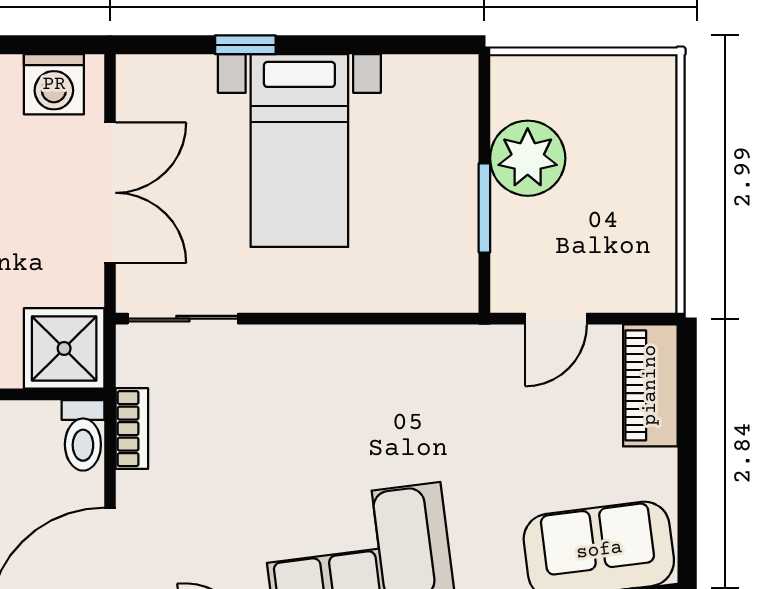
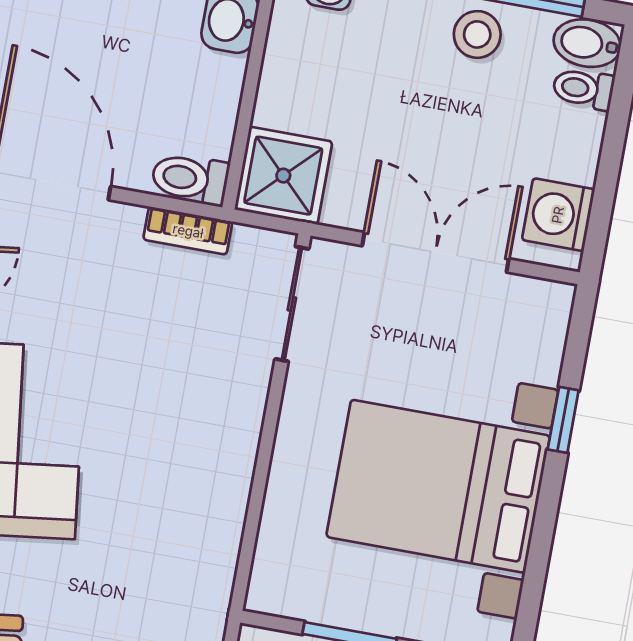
bed with nightstands: (299, 151) -> (438, 486), width x1.36
double door: (110, 193) -> (435, 252), swing flipped

